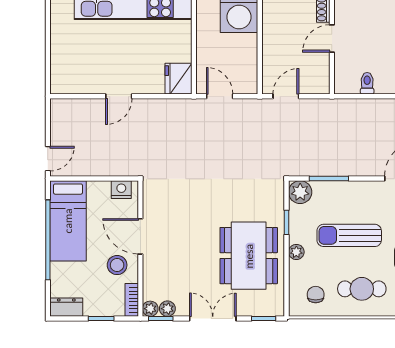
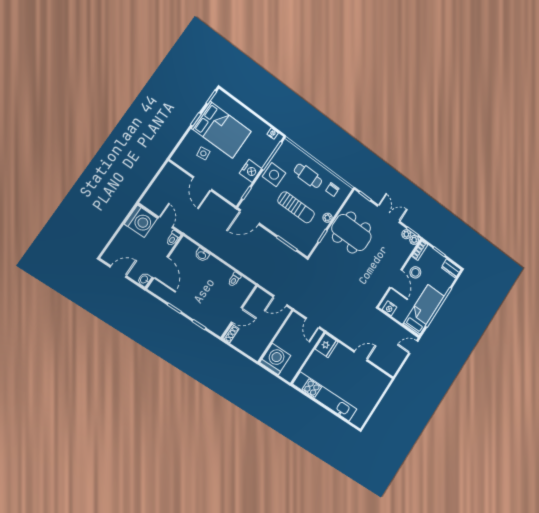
plant: (300, 192) -> (306, 247), removed
dining table: (249, 256) -> (351, 233), turned 90
double door: (213, 318) -> (389, 214), swing flipped

